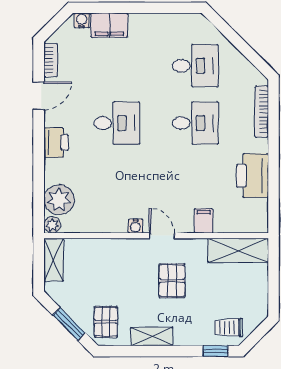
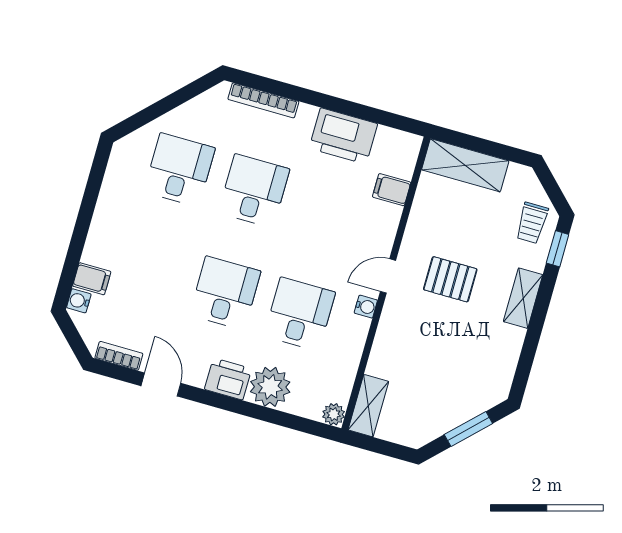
filing cabinet: (109, 25) -> (92, 279), width x0.50
desk: (117, 180) -> (300, 314), added
plant: (59, 200) -> (270, 387), moved
filing cabinet: (204, 221) -> (392, 190), moved
shelving: (238, 250) -> (465, 165), moved, turned 90
shelving: (54, 260) -> (368, 406), moved, turned 90
pallet: (106, 322) -> (479, 380), removed
shelving: (152, 336) -> (523, 298), moved

